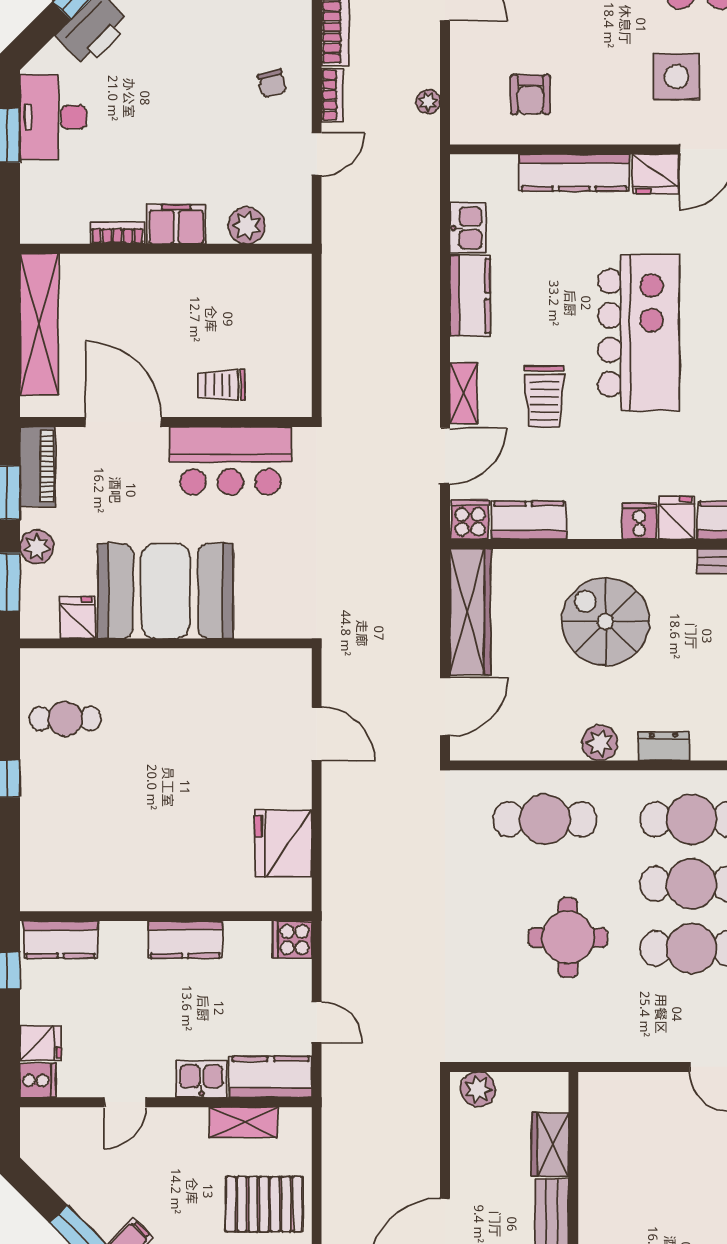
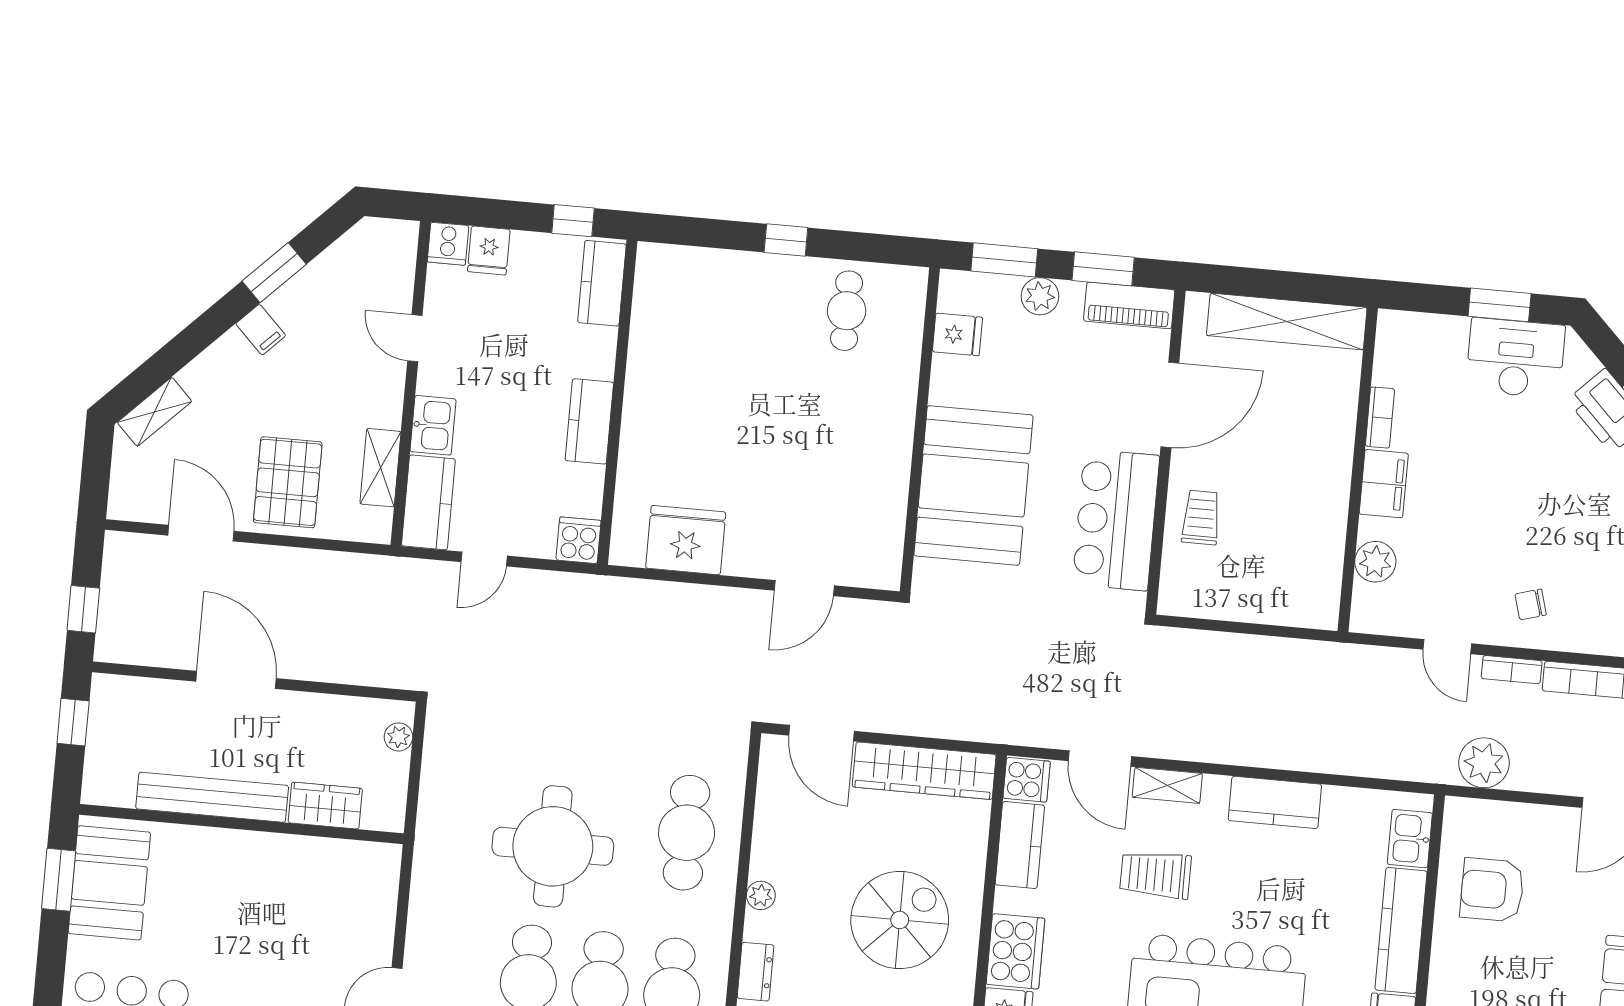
armchair: (530, 95) -> (1492, 890), width x1.38, depth x1.38
plant: (428, 102) -> (1484, 763), width x1.88, depth x1.88
kitchen sink: (468, 228) -> (1410, 839), moved, turned 90
cooker: (639, 521) -> (1015, 951), width x1.87, depth x1.31
booth: (166, 591) -> (973, 485), moved
plant: (600, 743) -> (761, 895), width x0.73, depth x0.73
round table: (568, 938) -> (553, 846), width x1.36, depth x1.36
plant: (478, 1089) -> (398, 737), width x0.73, depth x0.73

